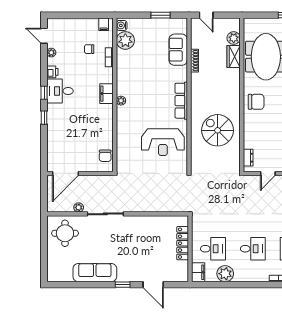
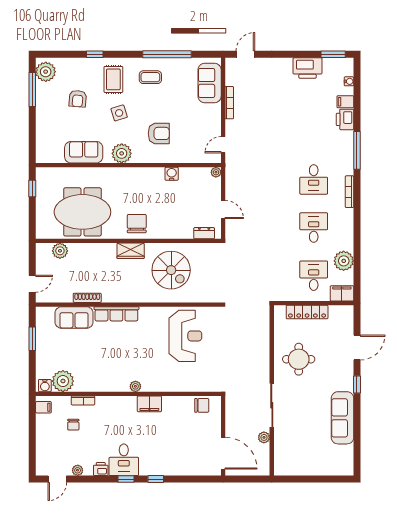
wardrobe: (234, 57) -> (131, 251), moved
filing cabinet: (106, 94) -> (149, 404), moved
row of seats: (181, 101) -> (116, 314), moved
spiral stairs: (218, 130) -> (171, 270), turned -90
round table: (65, 233) -> (299, 359), moved

